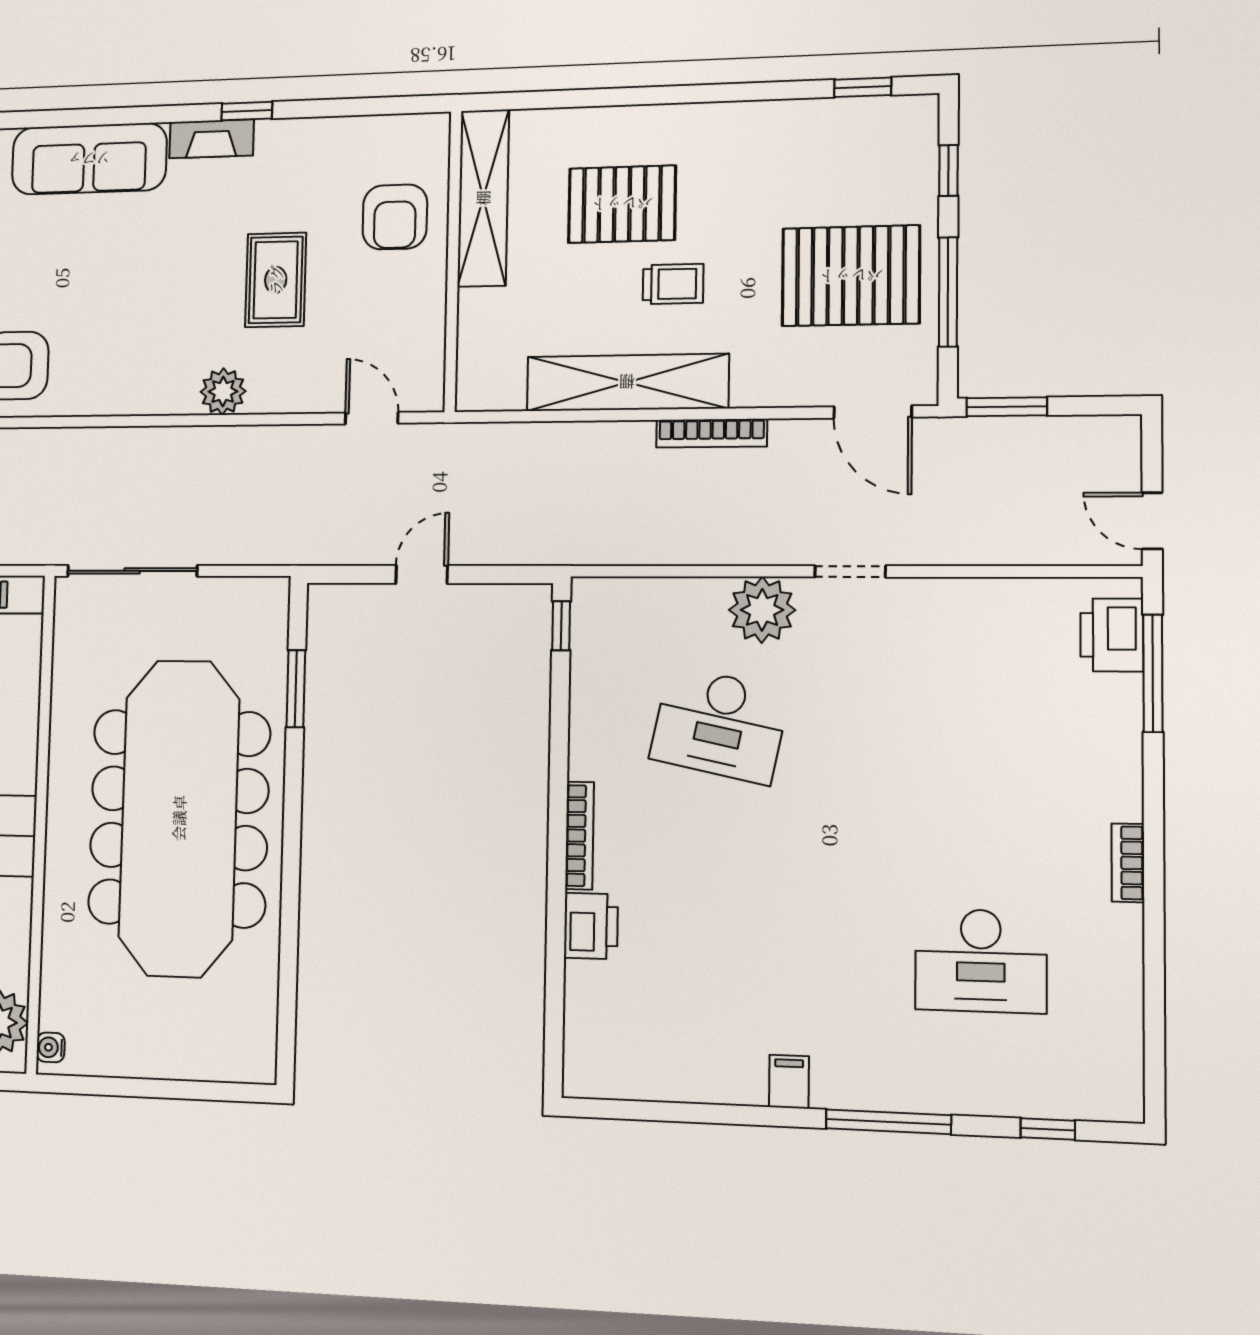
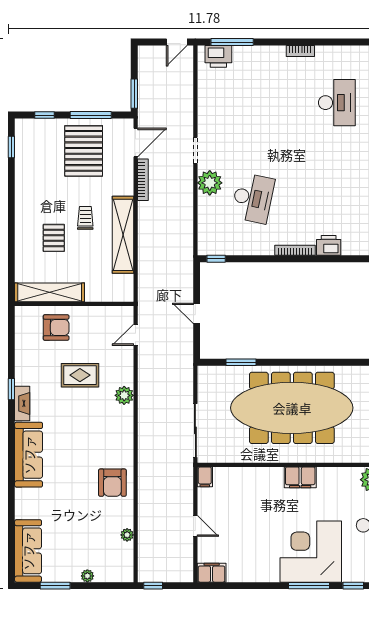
pallet: (622, 204) -> (54, 238), width x0.67, depth x0.71
bookcase: (712, 433) -> (143, 180), moved

